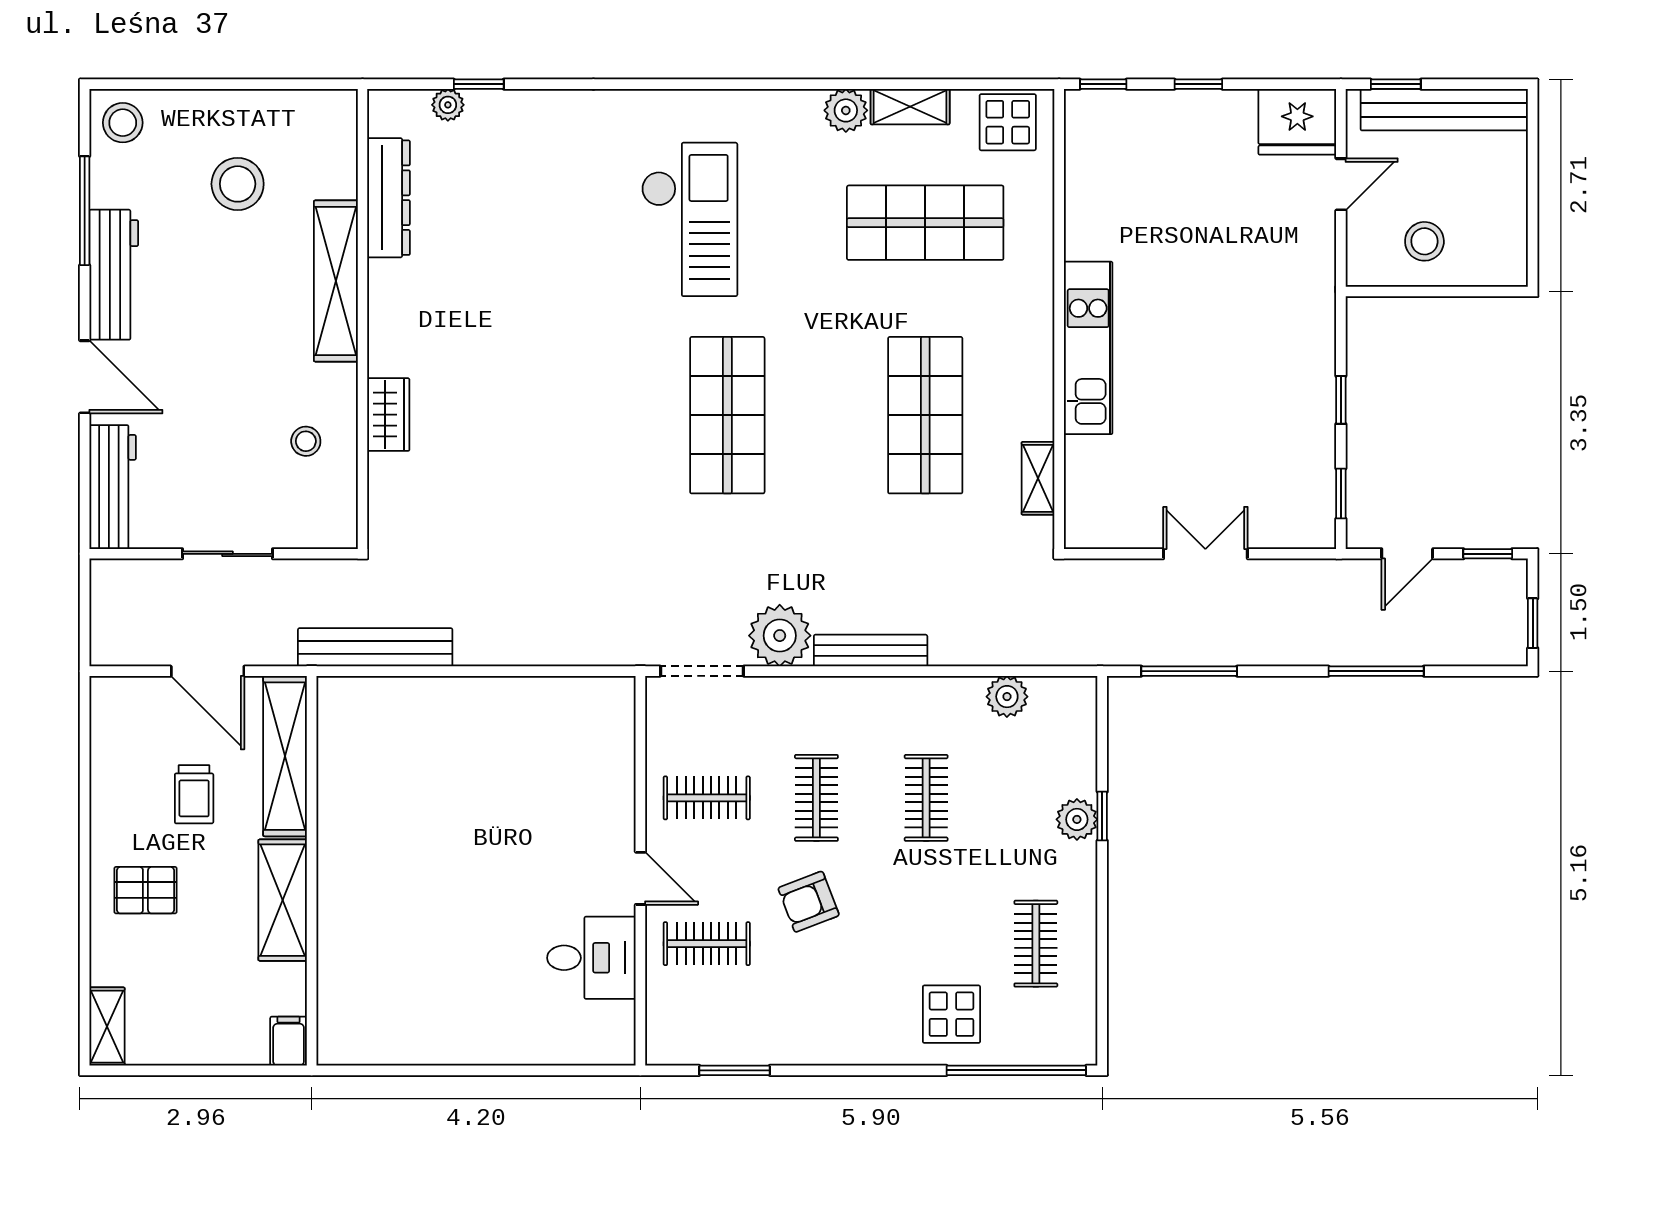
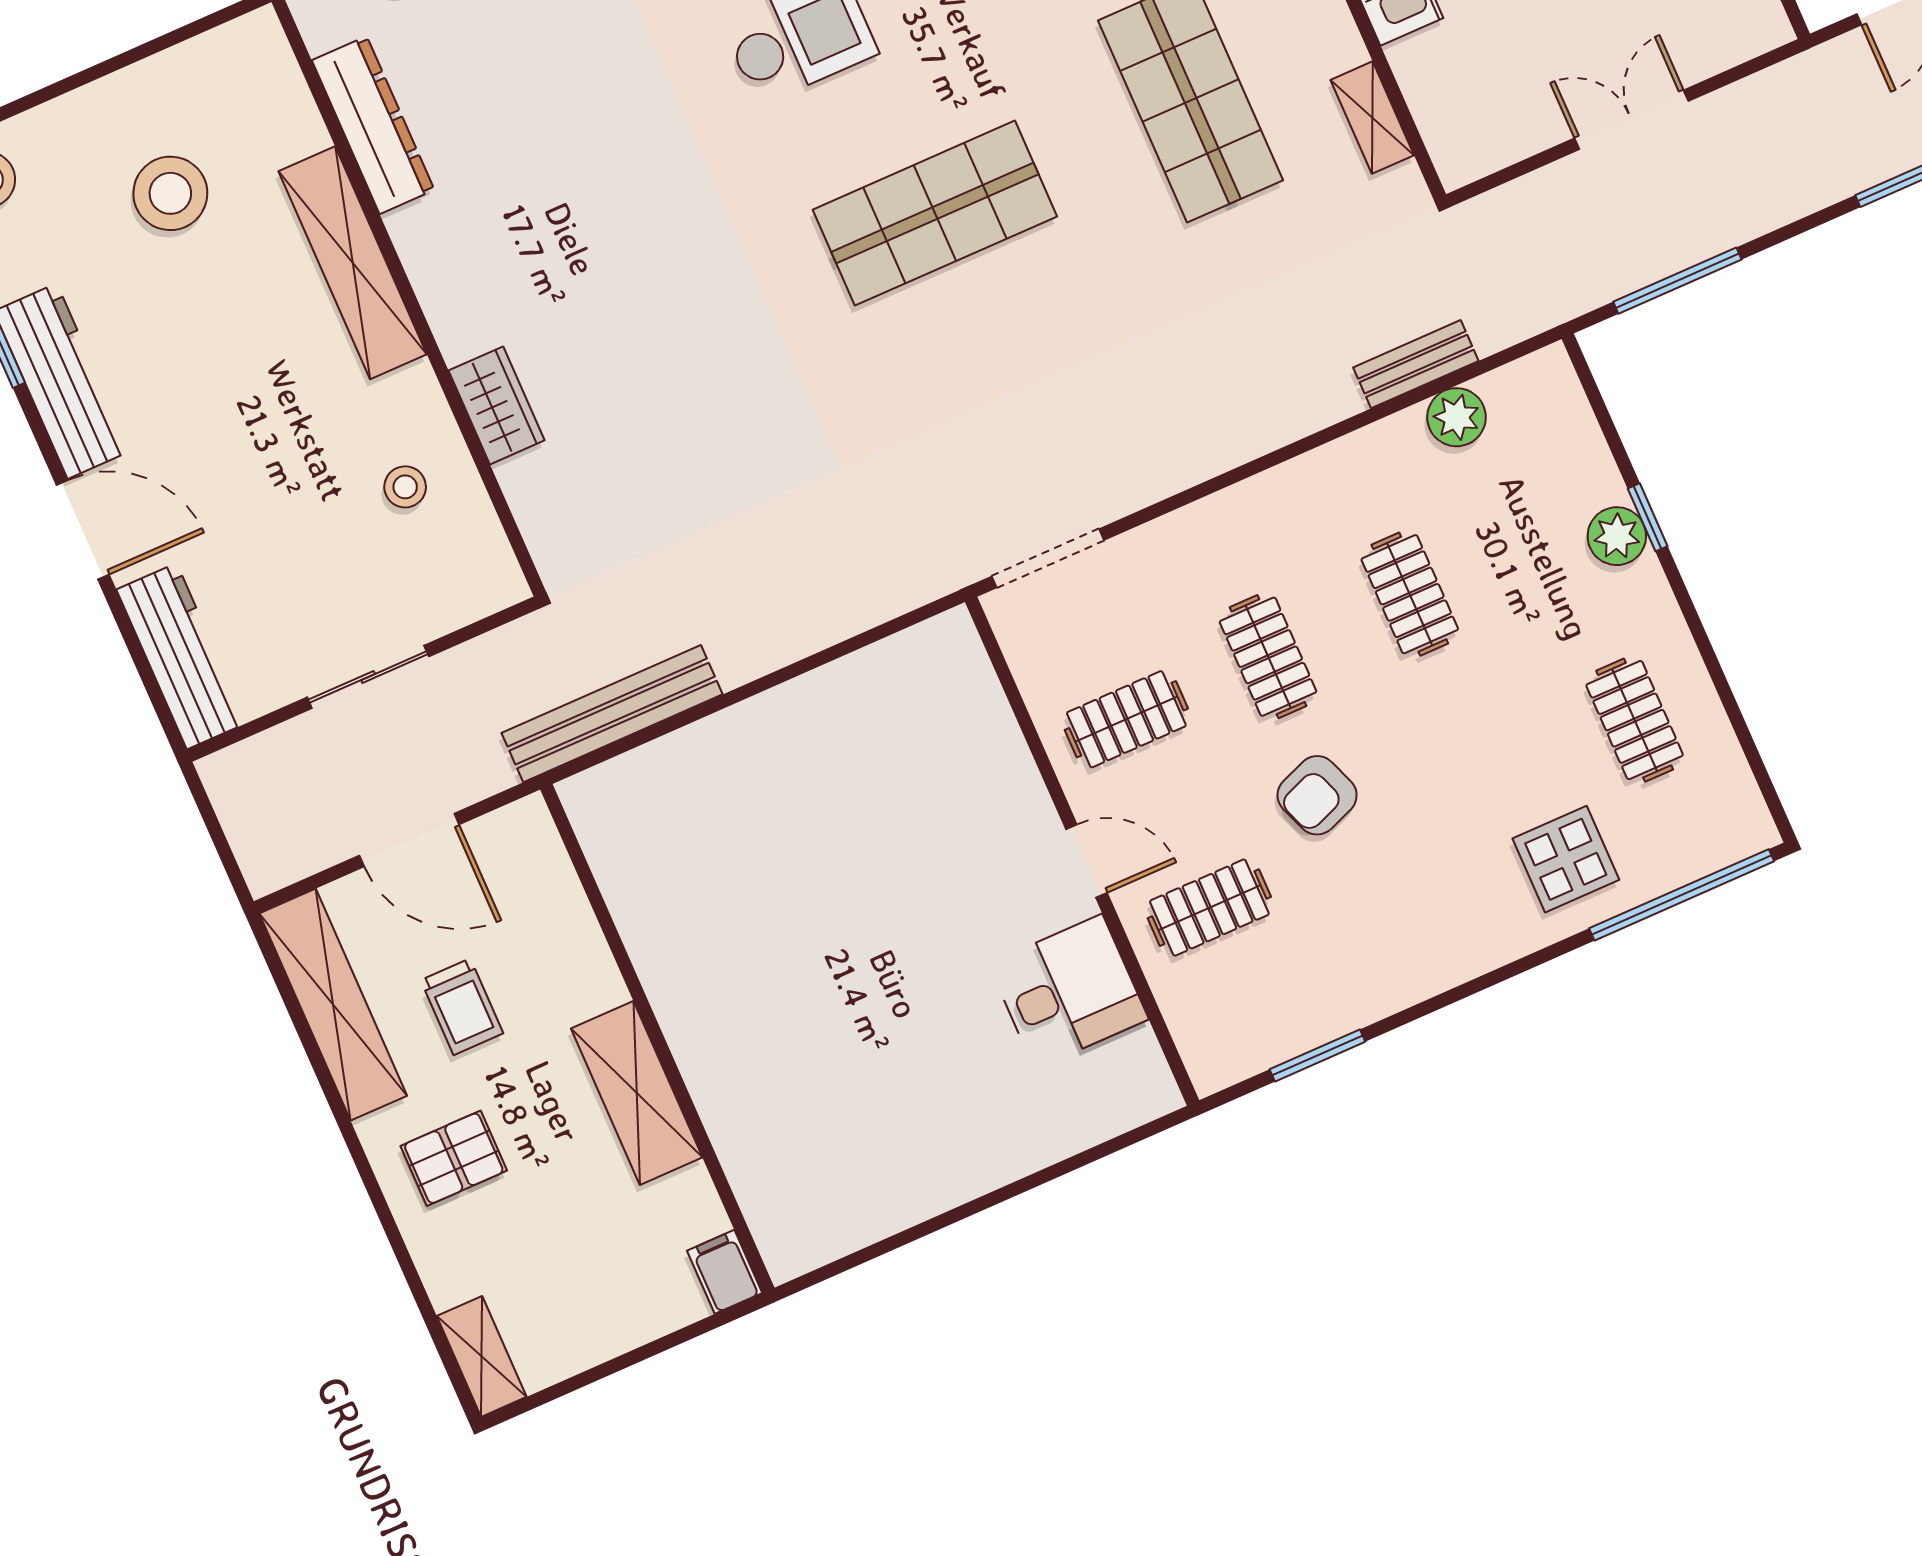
shop shelf: (727, 415) -> (935, 213), turned 90
plant: (780, 636) -> (1128, 468), removed
bench: (871, 651) -> (1416, 364), moved, width x0.73
shelving: (285, 756) -> (333, 1005), moved

